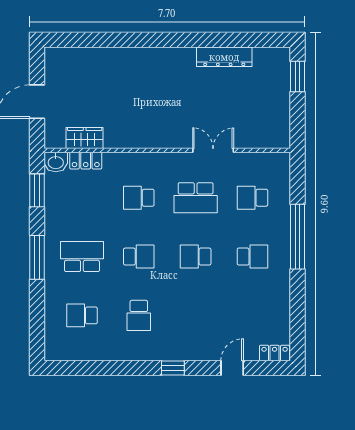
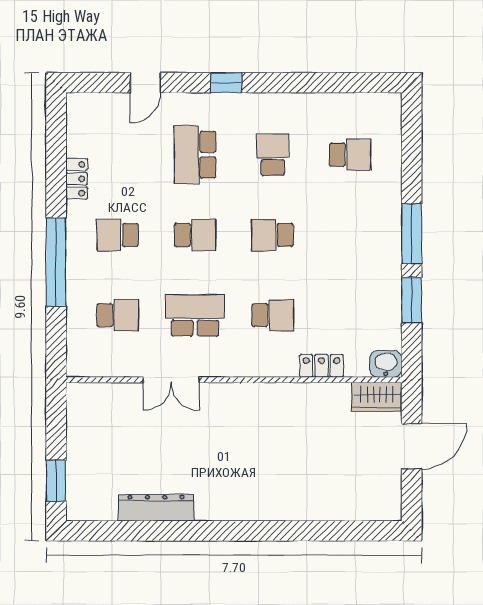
wardrobe: (85, 138) -> (377, 397), moved
locker: (86, 161) -> (321, 366), moved
window: (37, 190) -> (412, 300), moved
school desk: (82, 257) -> (195, 155), moved, turned 90
locker: (275, 353) -> (77, 179), moved, turned -90

